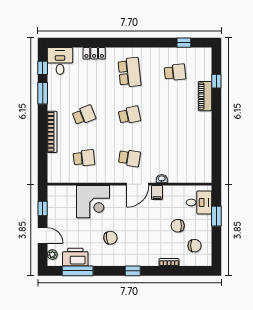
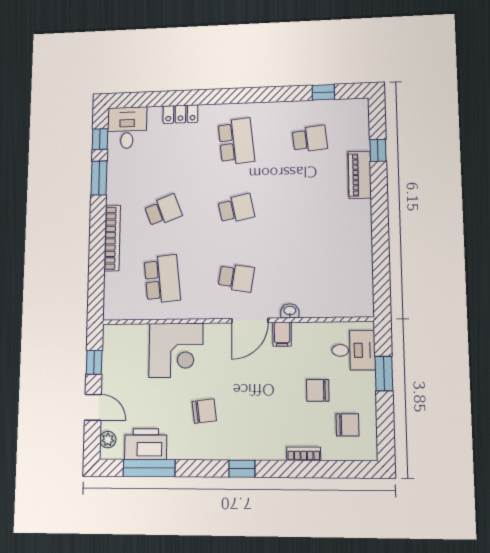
school desk: (84, 158) -> (162, 279), width x1.85

